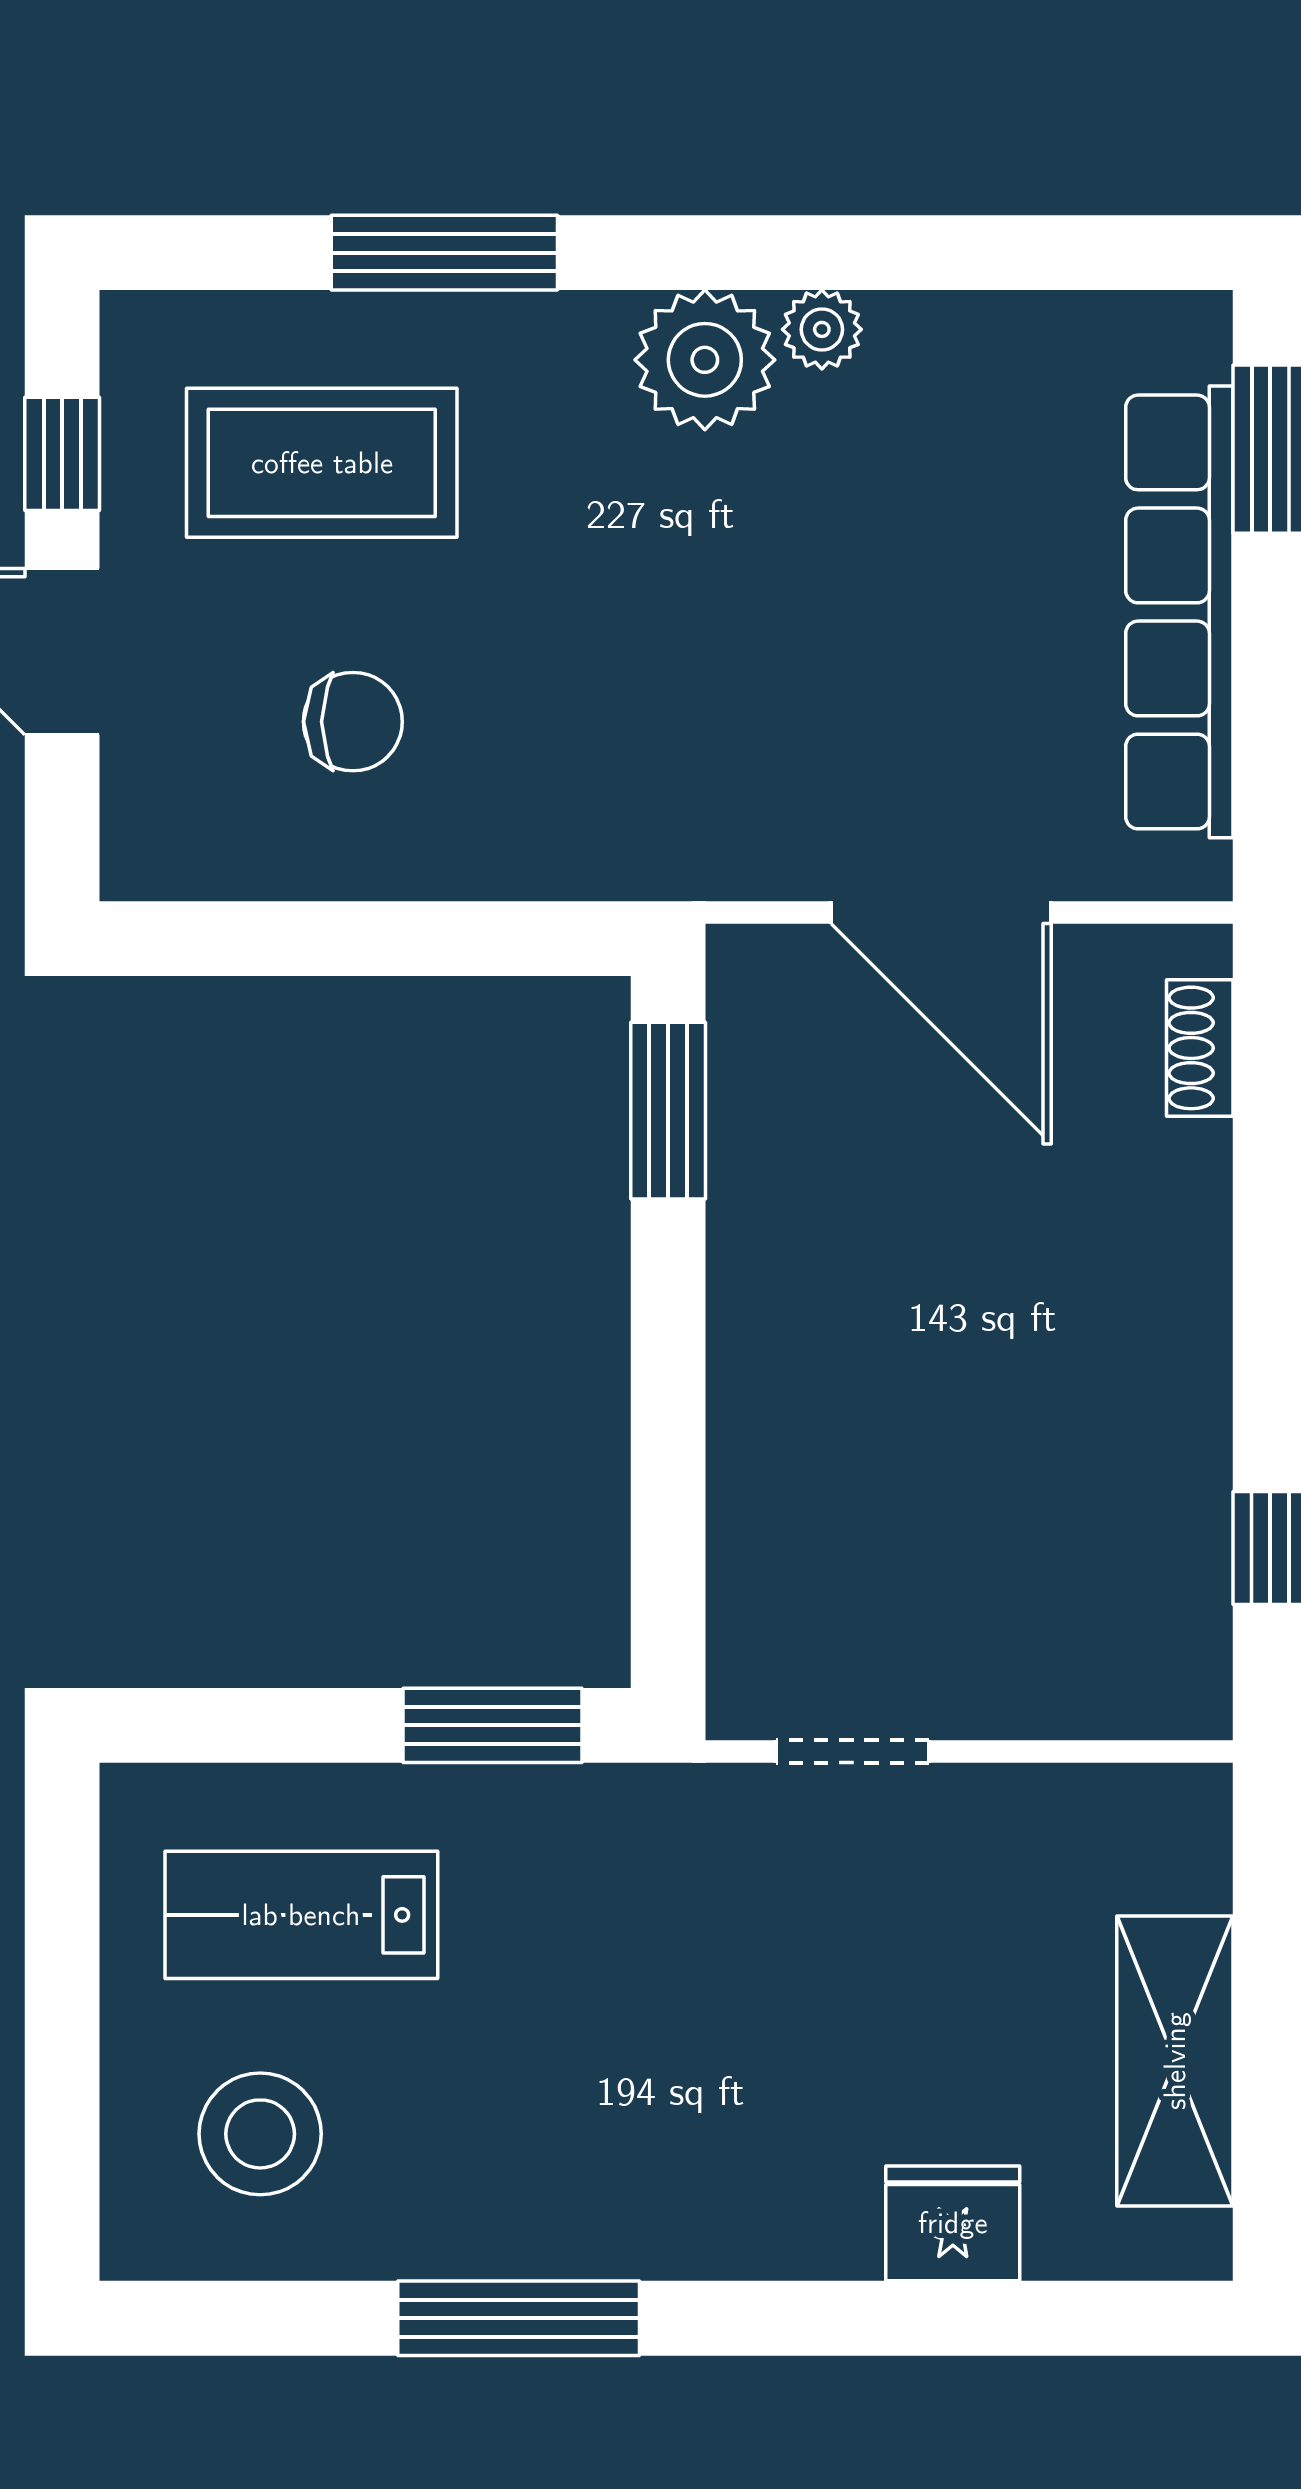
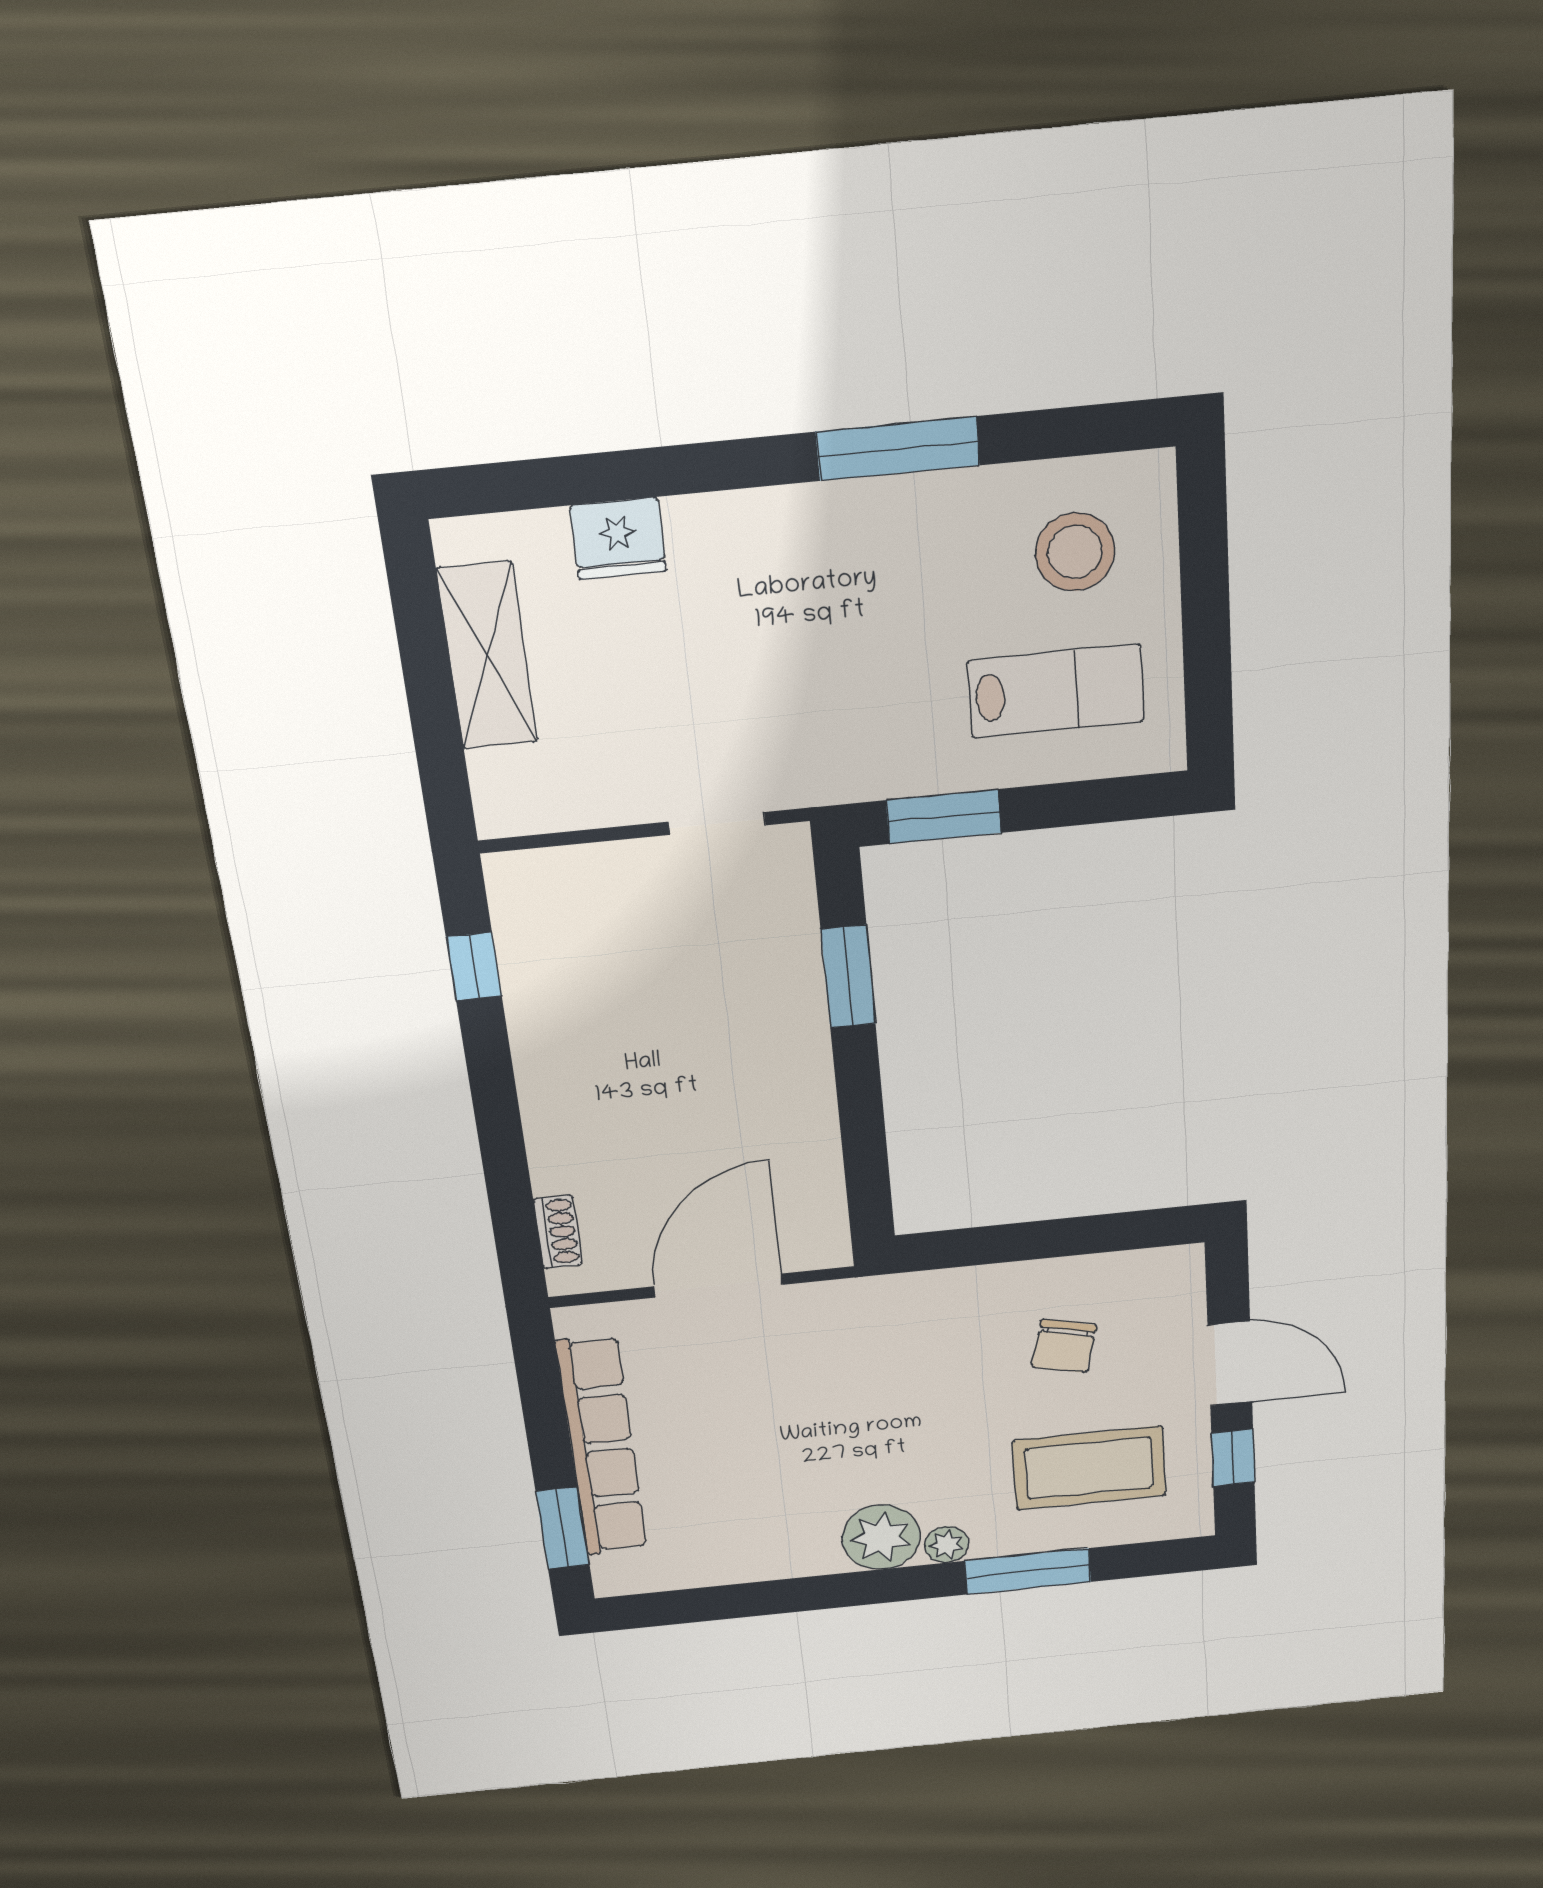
plant: (822, 329) -> (947, 1545), moved
chair: (353, 722) -> (1064, 1346), turned -76
door: (941, 913) -> (718, 1286), hinge flipped
window: (668, 1111) -> (848, 977), moved

